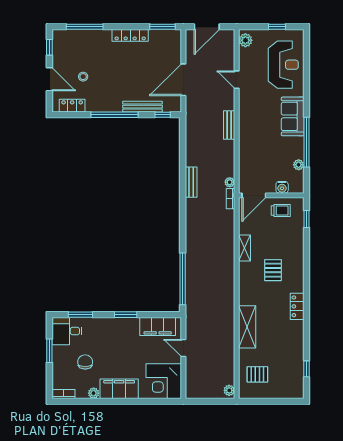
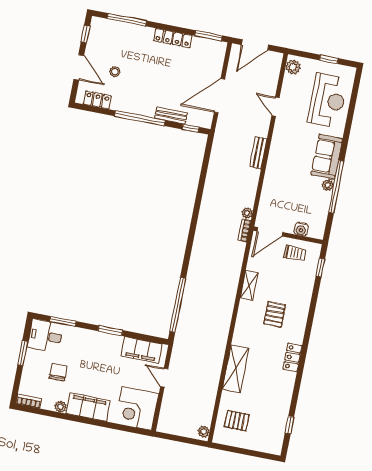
bench: (143, 107) -> (171, 115), width x0.73
plant: (299, 165) -> (328, 185), moved
bench: (191, 182) -> (207, 205), removed

